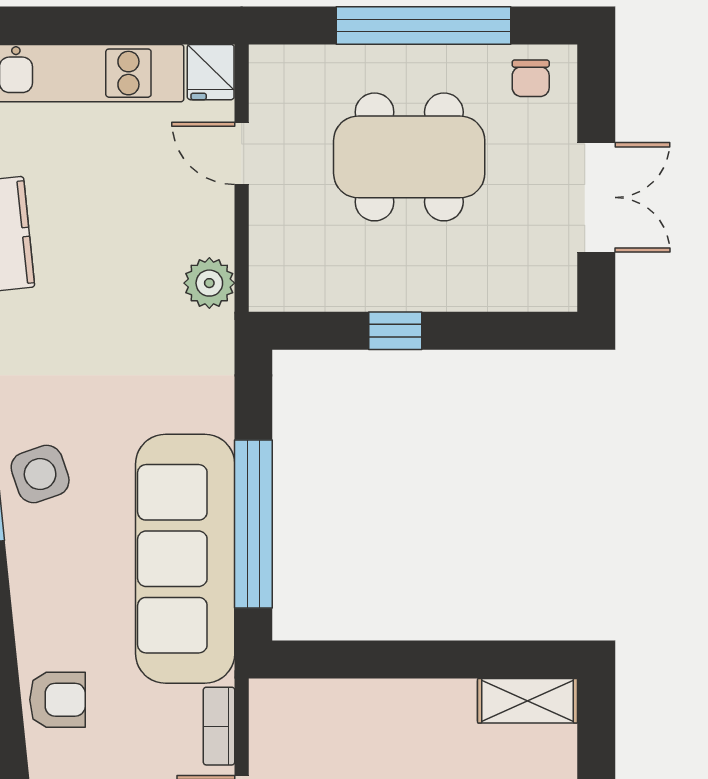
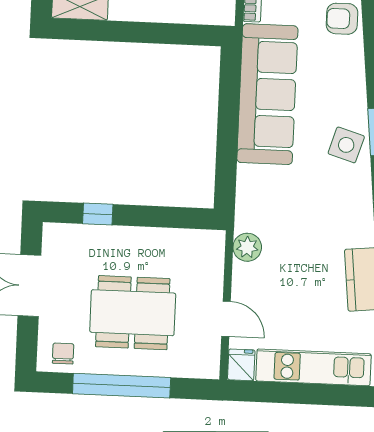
window: (395, 331) -> (98, 214), moved
side table: (40, 474) -> (346, 145), turned 36
window: (253, 524) -> (228, 112), removed

